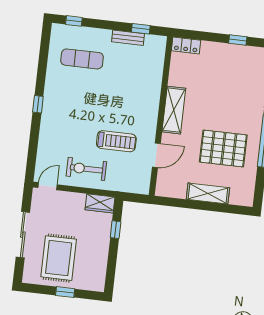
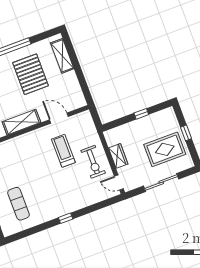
shelving: (208, 193) -> (62, 56), moved
wardrobe: (100, 203) -> (118, 156), moved
window: (116, 230) -> (141, 114), moved

